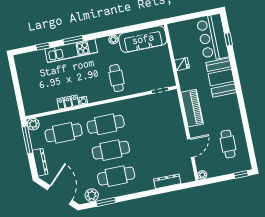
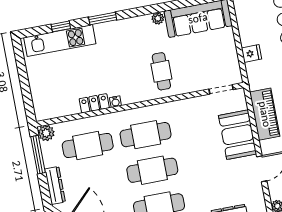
kitchen unit: (71, 51) -> (60, 41), moved
booth: (173, 123) -> (238, 135), added

